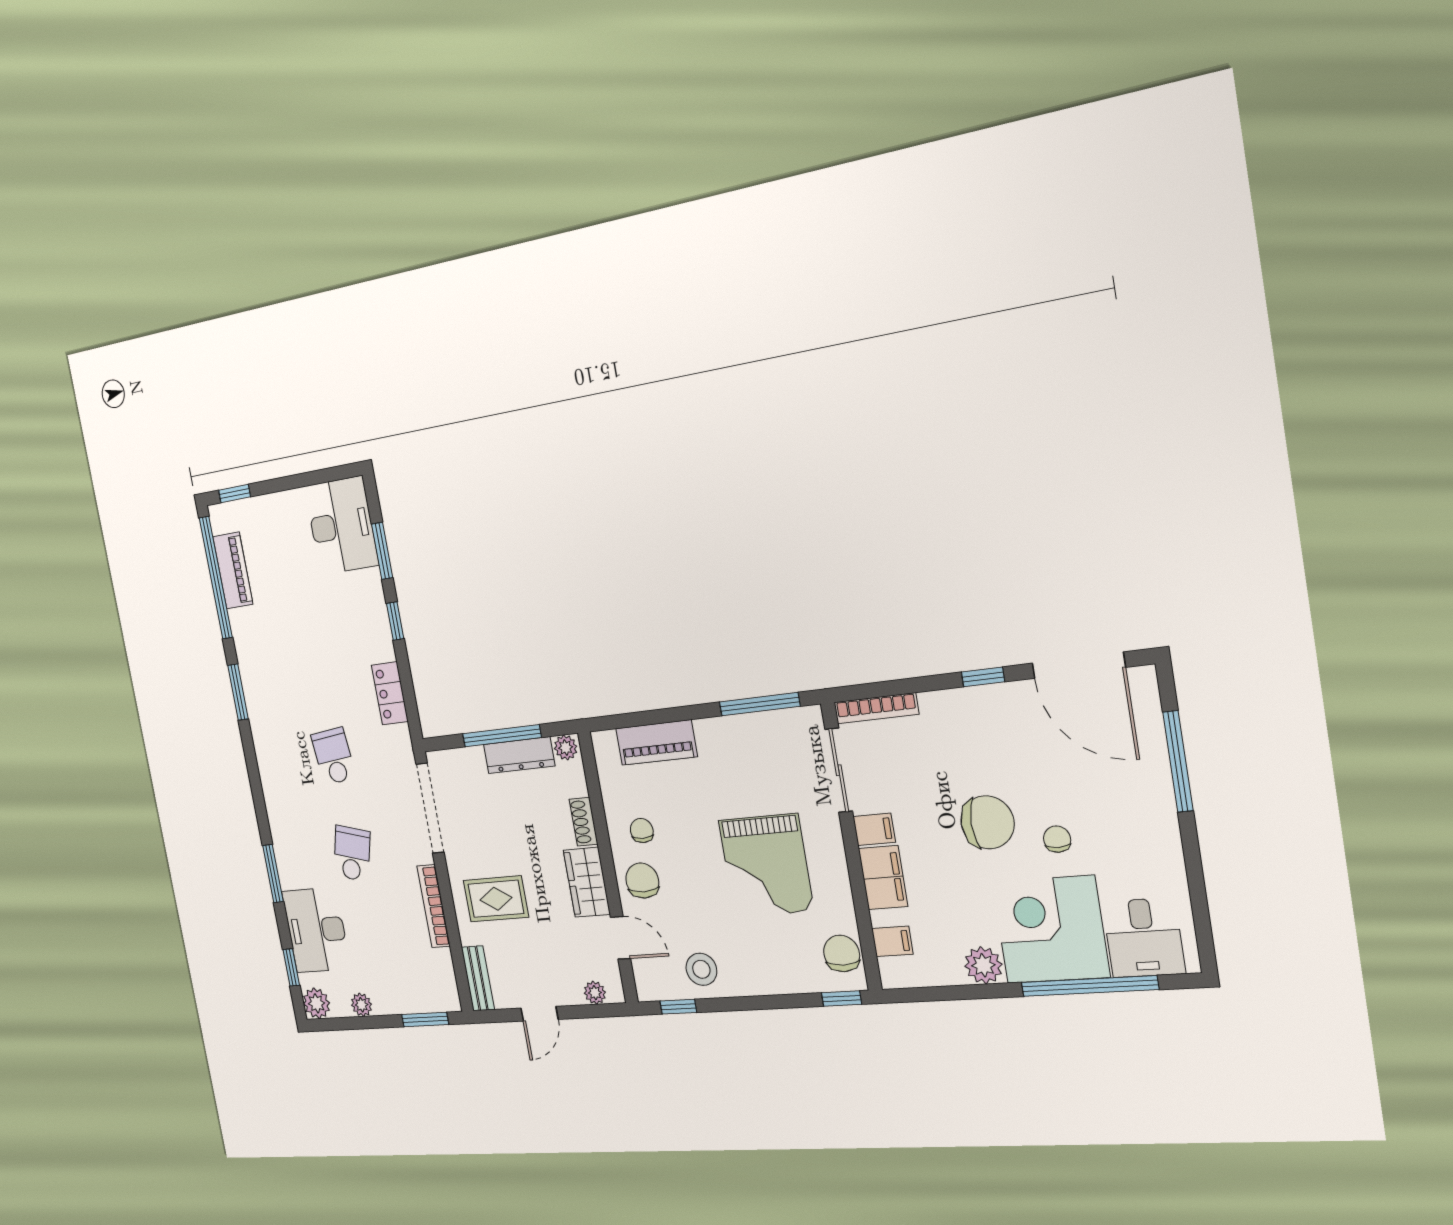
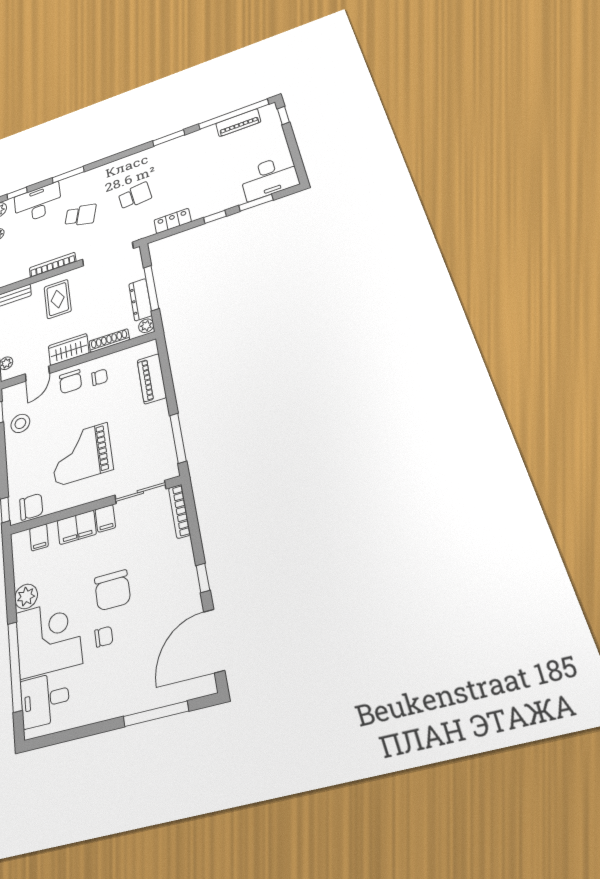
shoe rack: (584, 822) -> (109, 341), width x1.43
chair: (642, 881) -> (70, 382), turned 90

